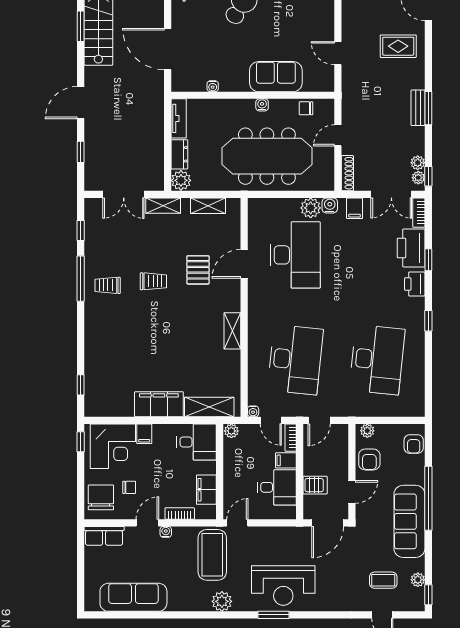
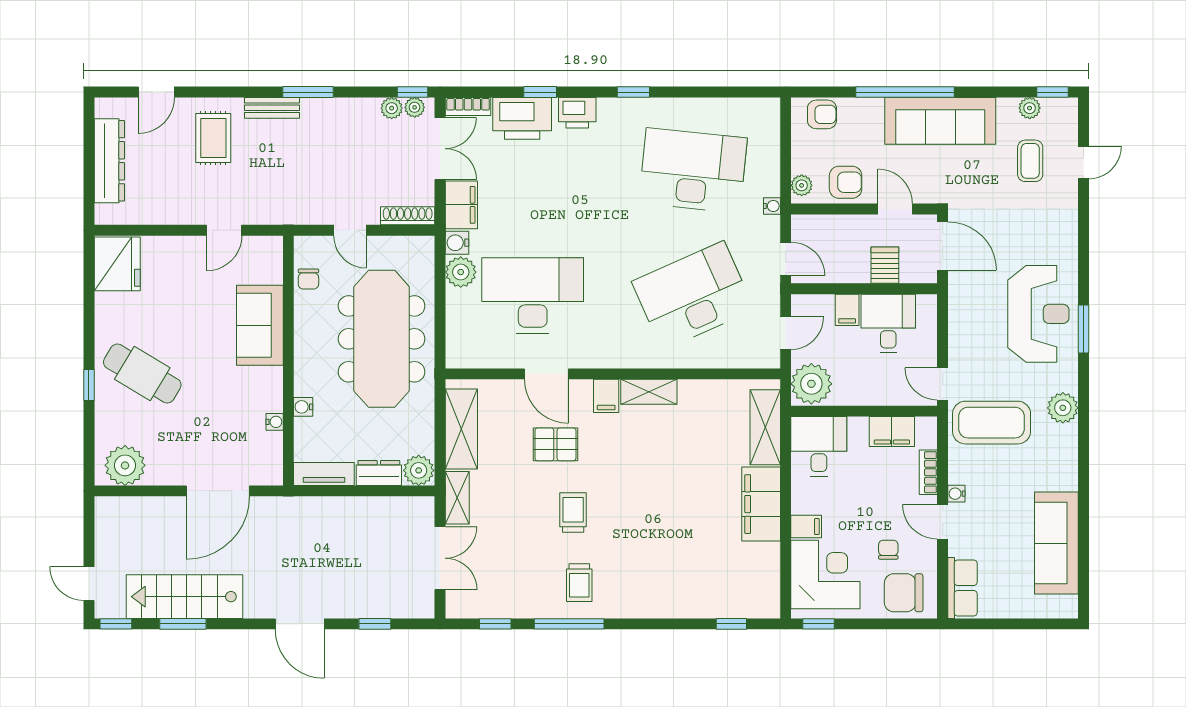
water cooler: (262, 105) -> (303, 407), moved
bench: (418, 108) -> (272, 108), moved
shelving: (208, 206) -> (461, 429), width x1.50, depth x1.33
filing cabinet: (355, 208) -> (461, 205), width x2.00
filing cabinet: (230, 303) -> (606, 396), added
desk: (295, 360) -> (693, 296), turned -30
water cooler: (253, 411) -> (772, 206), moved
plant: (231, 431) -> (811, 384), width x1.88, depth x1.88
bookcase: (291, 438) -> (812, 303), removed

